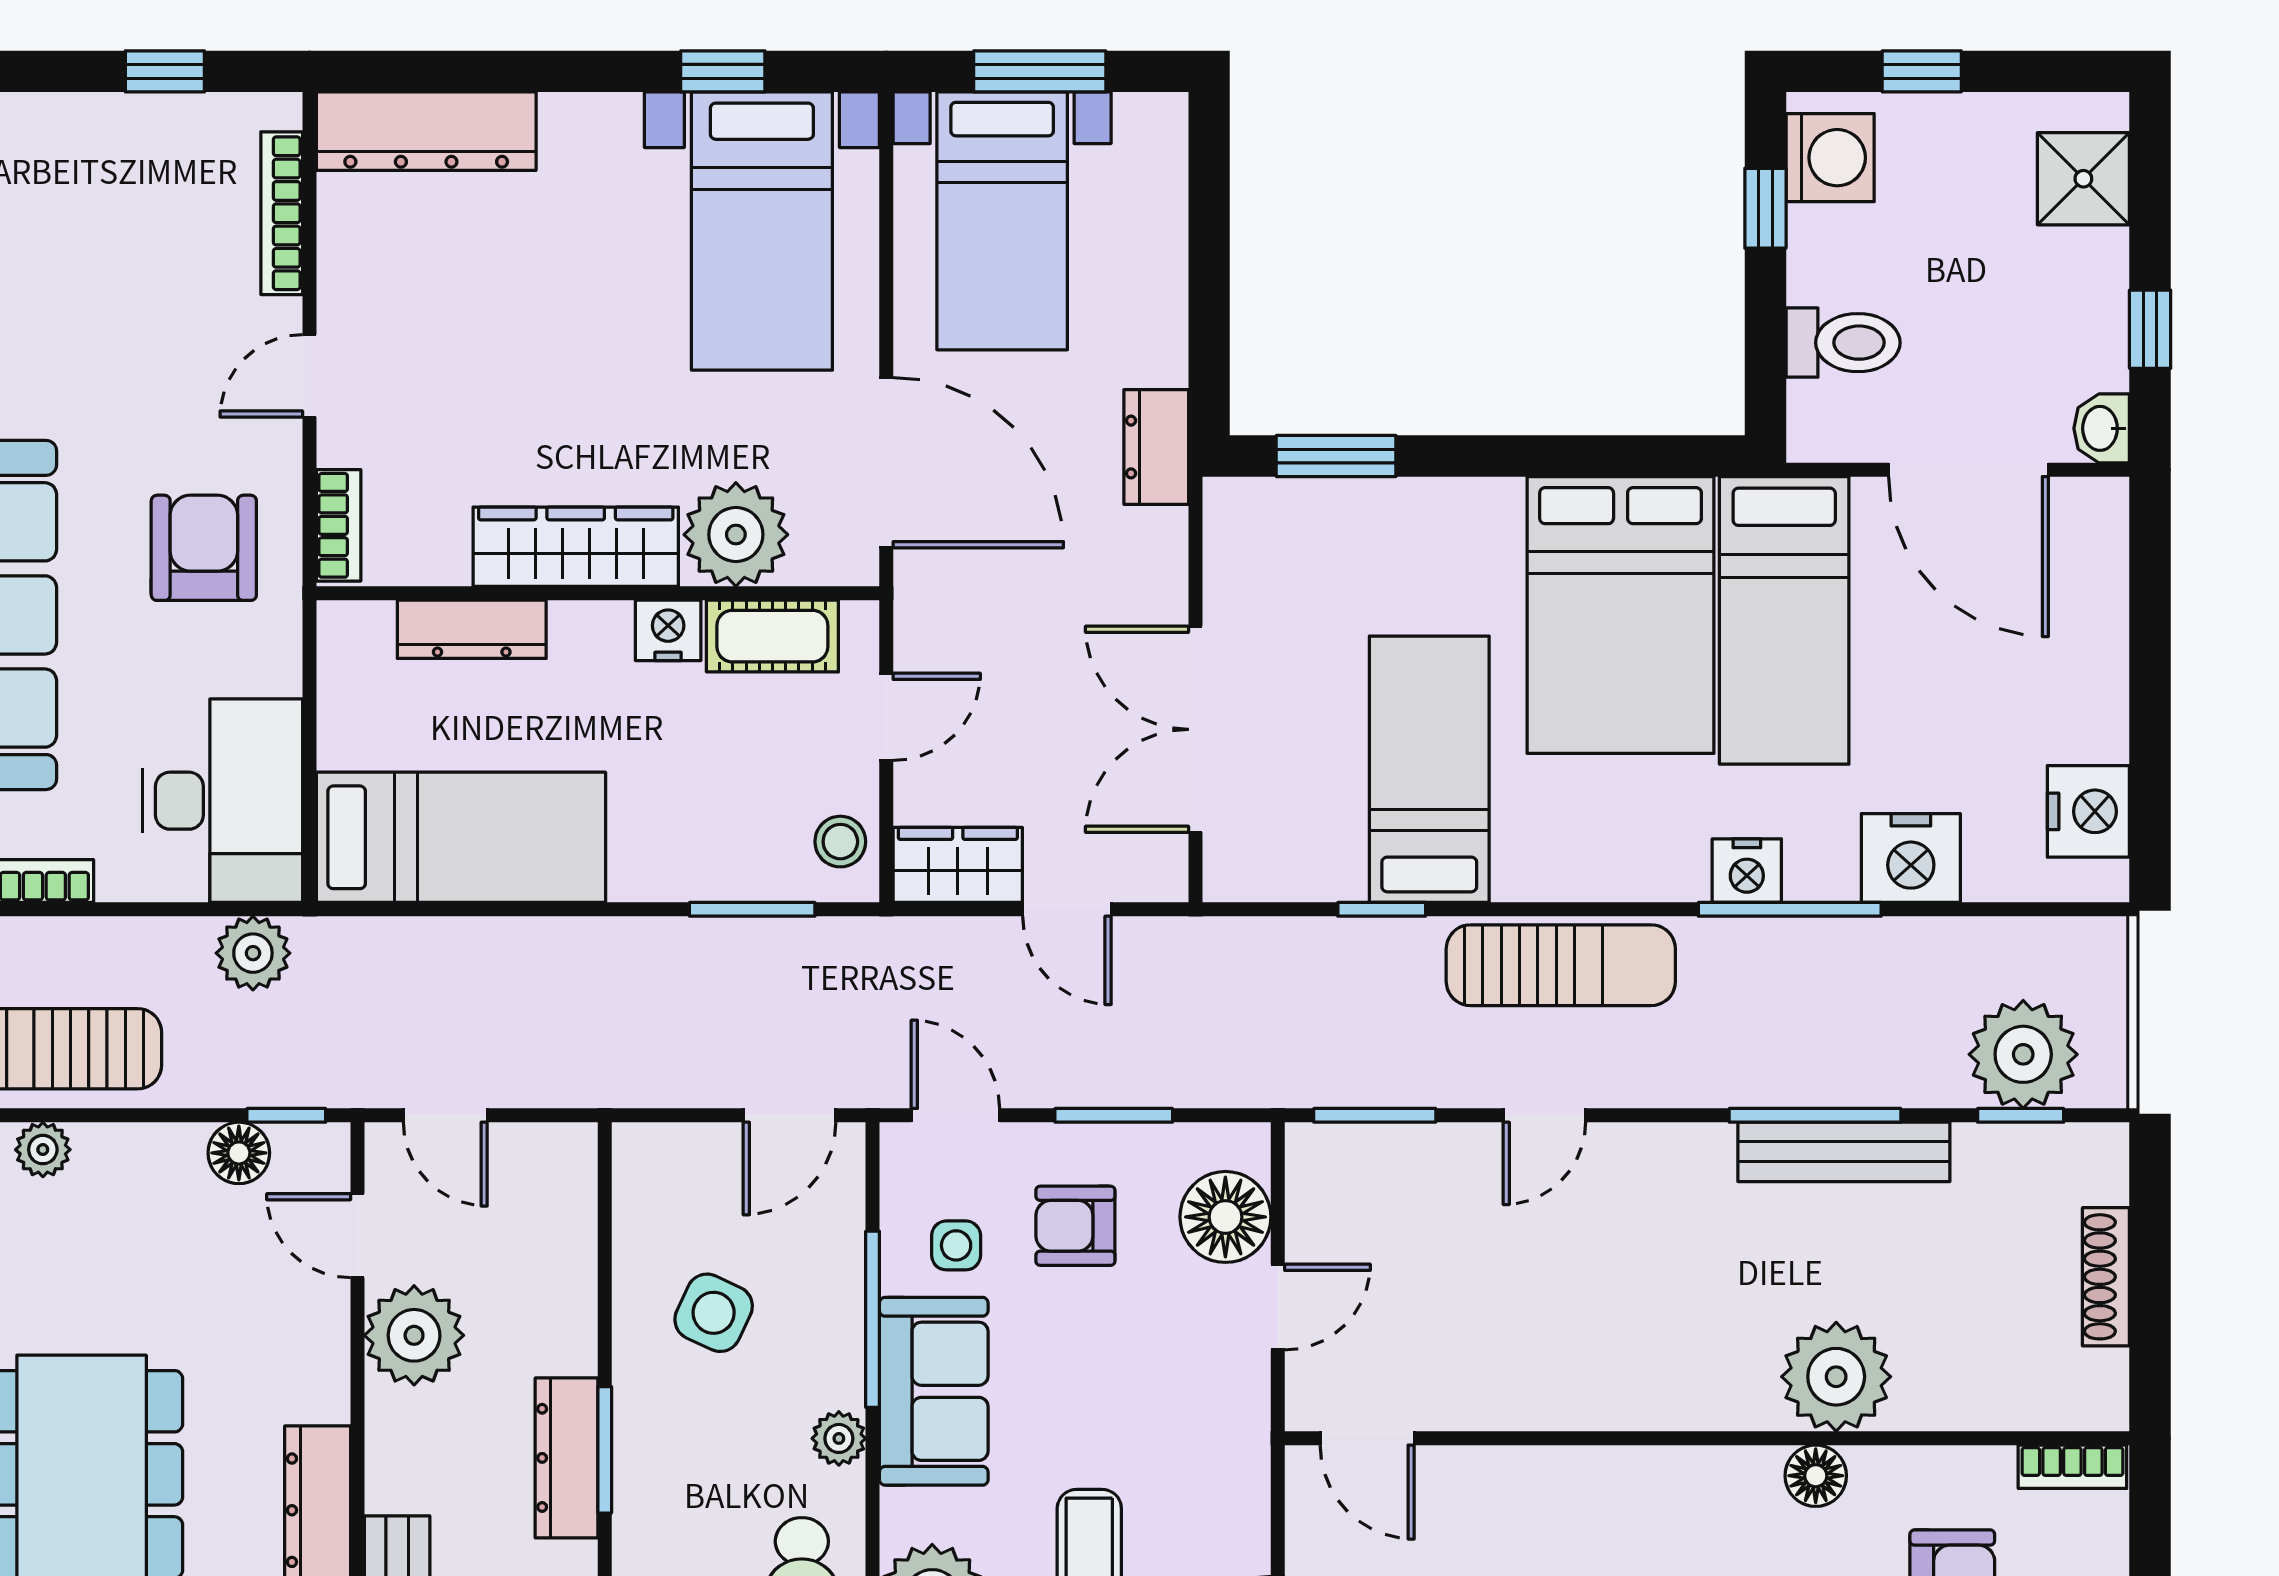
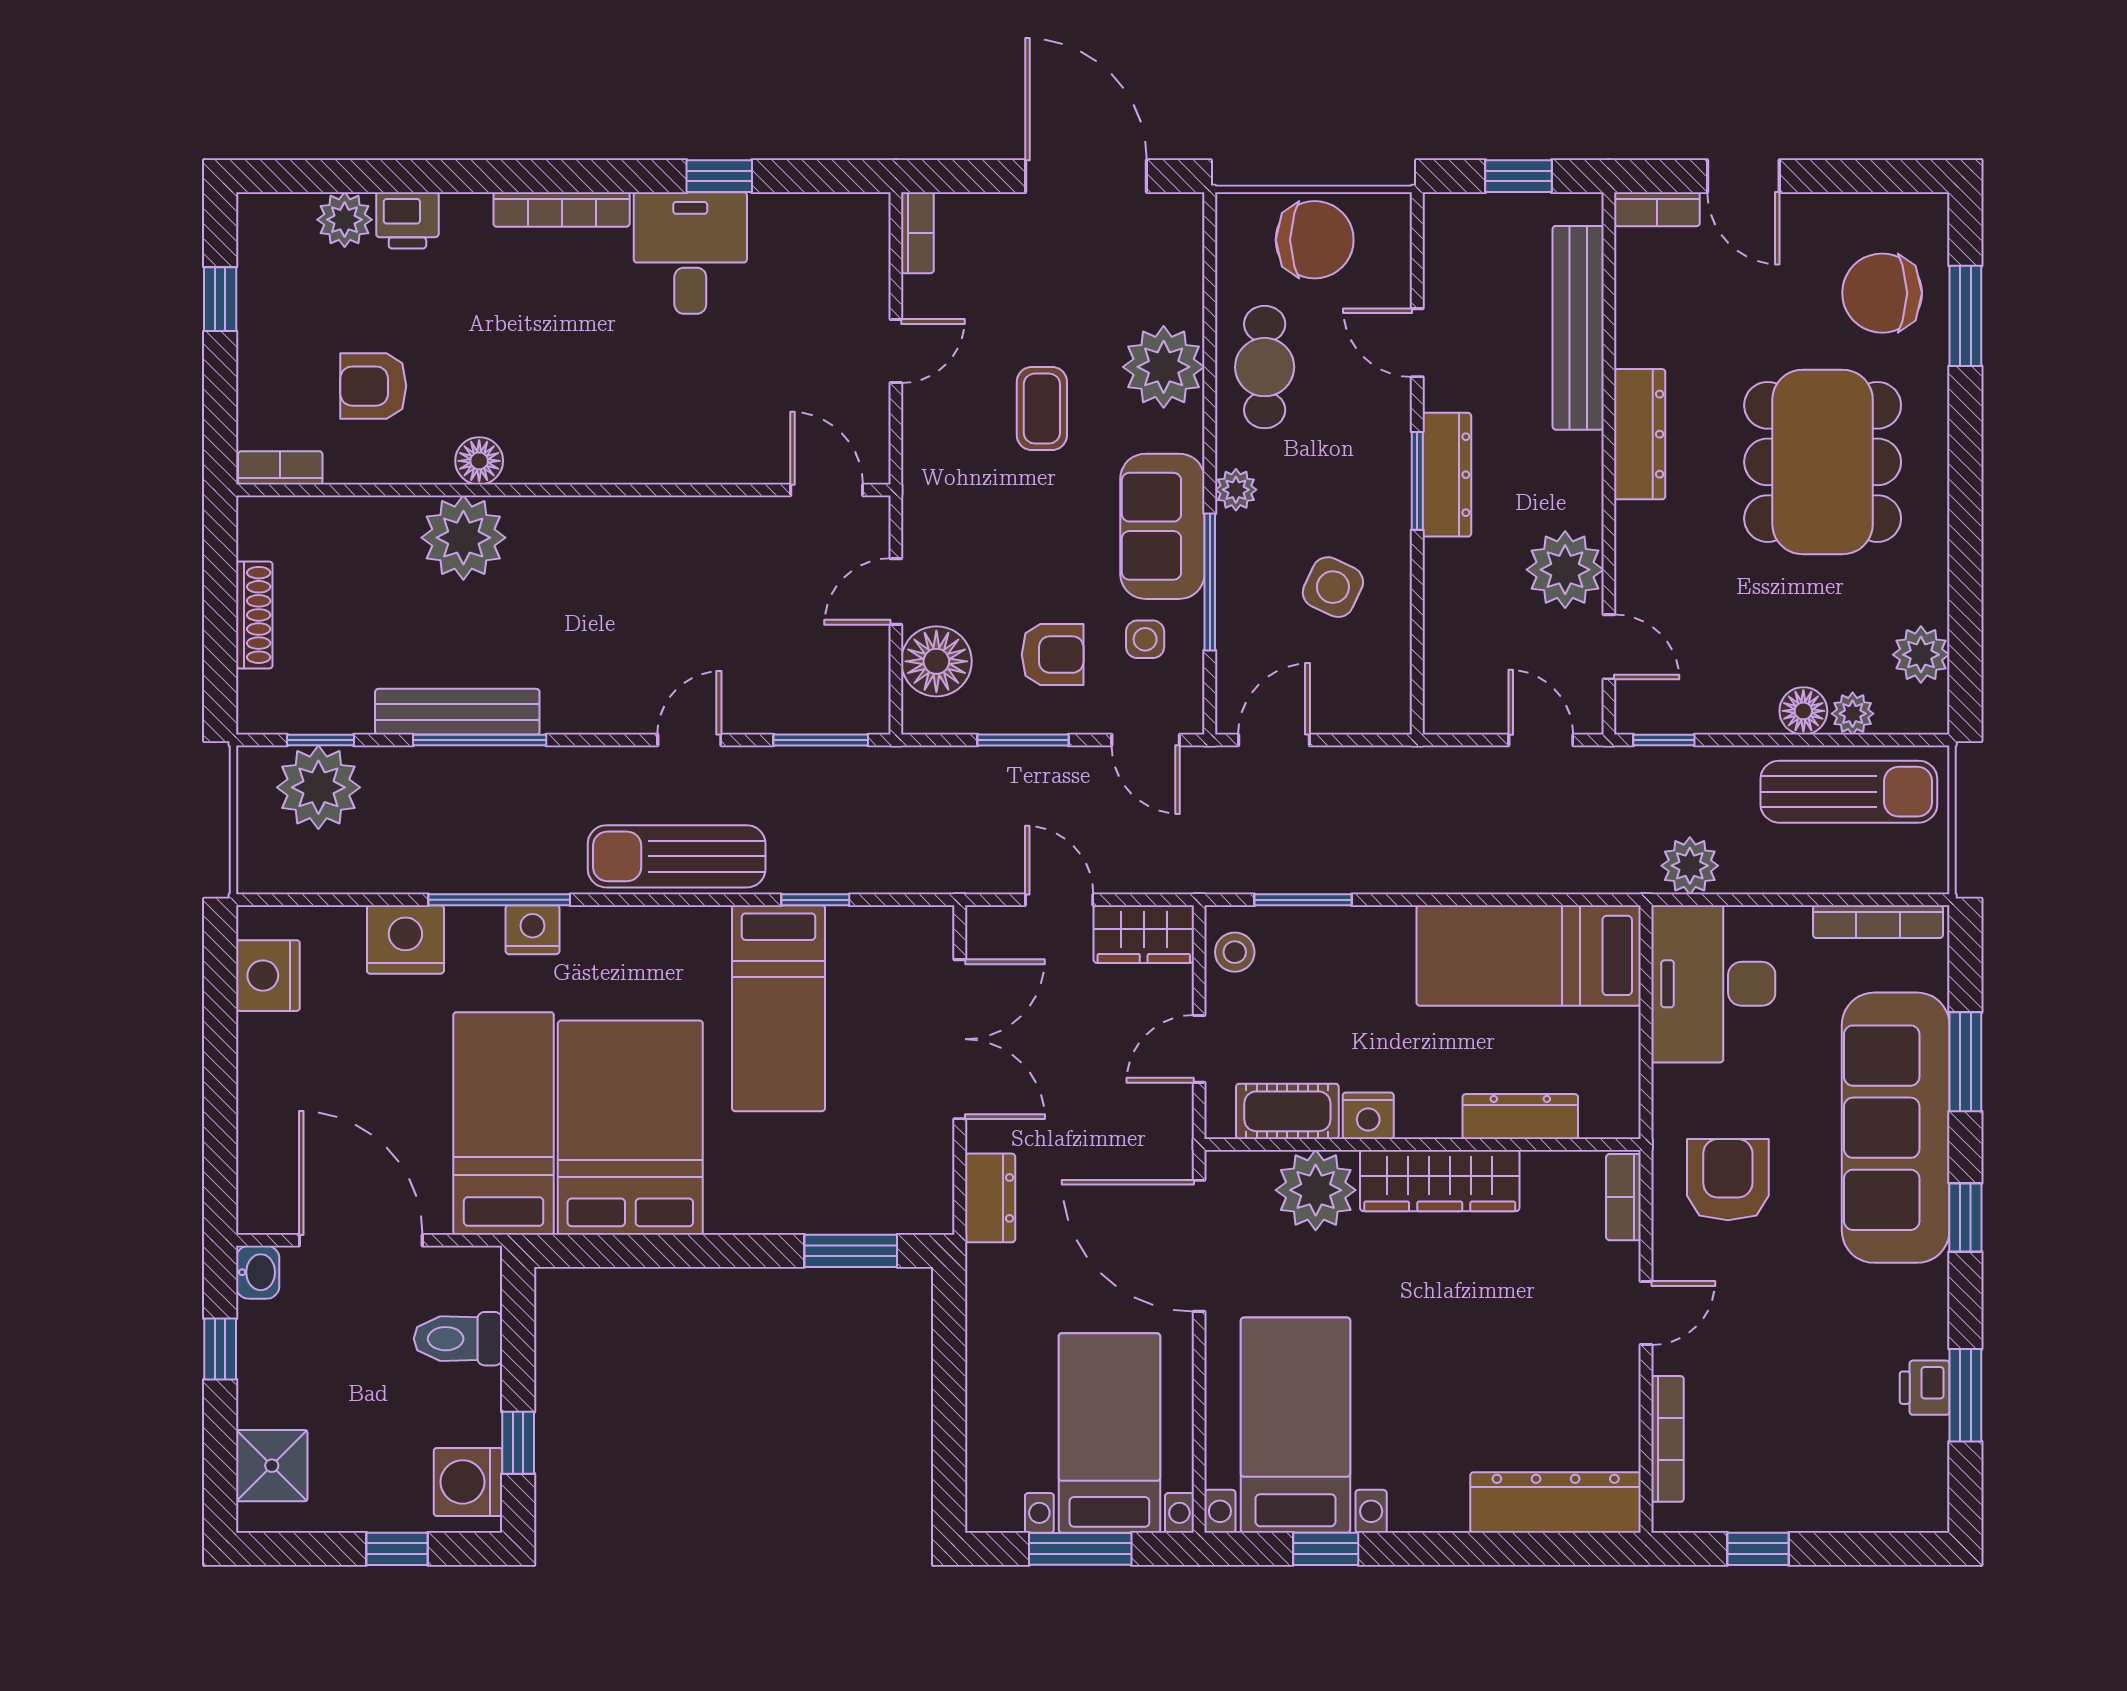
dresser: (1156, 447) -> (990, 1198), moved
armchair: (204, 548) -> (1728, 1180), turned 180
floor lamp: (239, 1153) -> (1803, 711), moved

